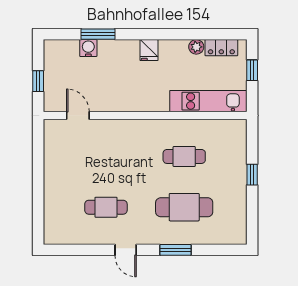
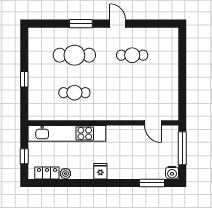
window: (98, 34) -> (152, 183), moved
water cooler: (88, 48) -> (172, 173), moved
window: (38, 81) -> (182, 148), width x2.17
kitchen unit: (208, 101) -> (67, 133), width x1.36

